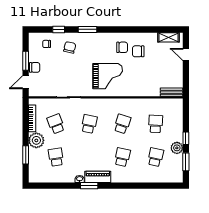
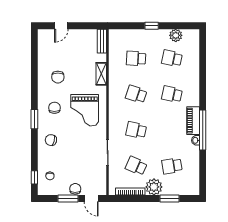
window: (59, 29) -> (34, 177), moved
window: (87, 29) -> (34, 119), moved
shelving: (168, 37) -> (101, 74), moved
chair: (70, 47) -> (51, 140), moved
chair: (122, 47) -> (54, 108), moved
grand piano: (108, 76) -> (85, 110), turned 180
school desk: (56, 124) -> (136, 166), turned 45
plant: (177, 148) -> (176, 35), moved
window: (186, 162) -> (177, 26), removed
window: (89, 186) -> (203, 130), width x2.11

